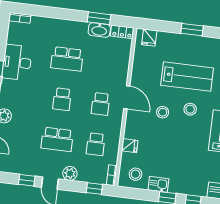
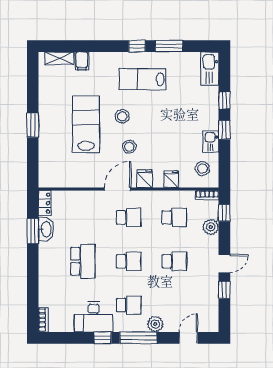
fridge: (149, 38) -> (145, 179), moved, turned -90
school desk: (24, 94) -> (129, 305), added
school desk: (57, 139) -> (174, 261), width x0.54
plant: (70, 173) -> (211, 227), moved

